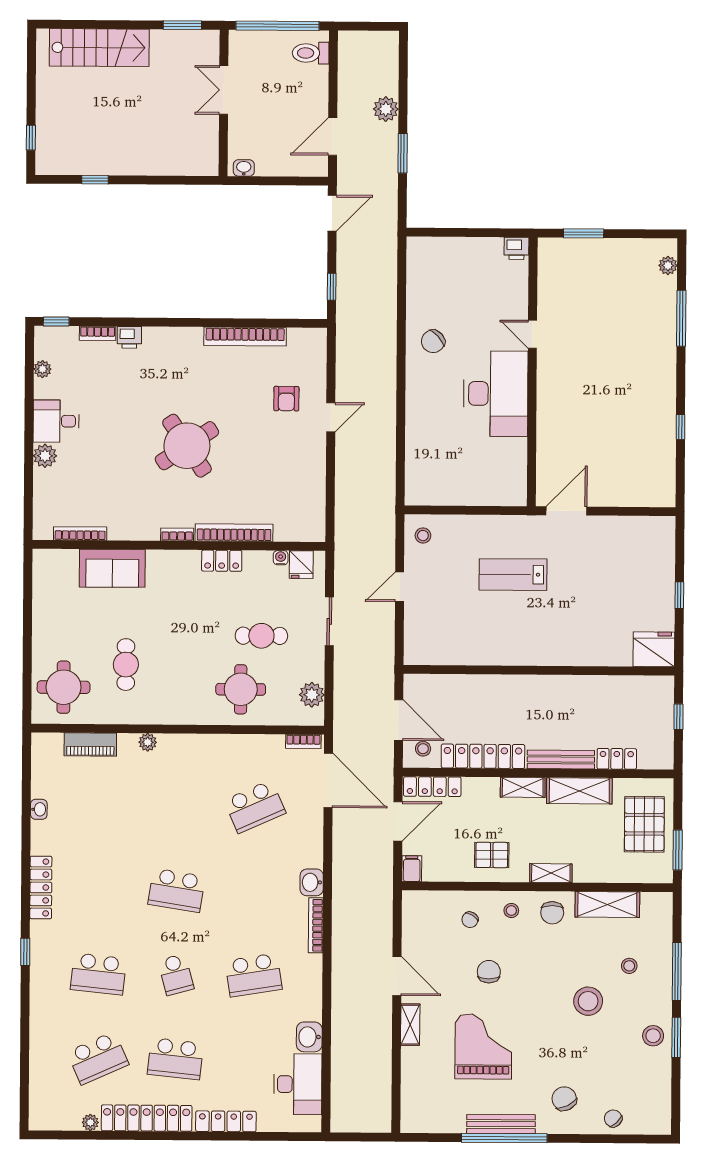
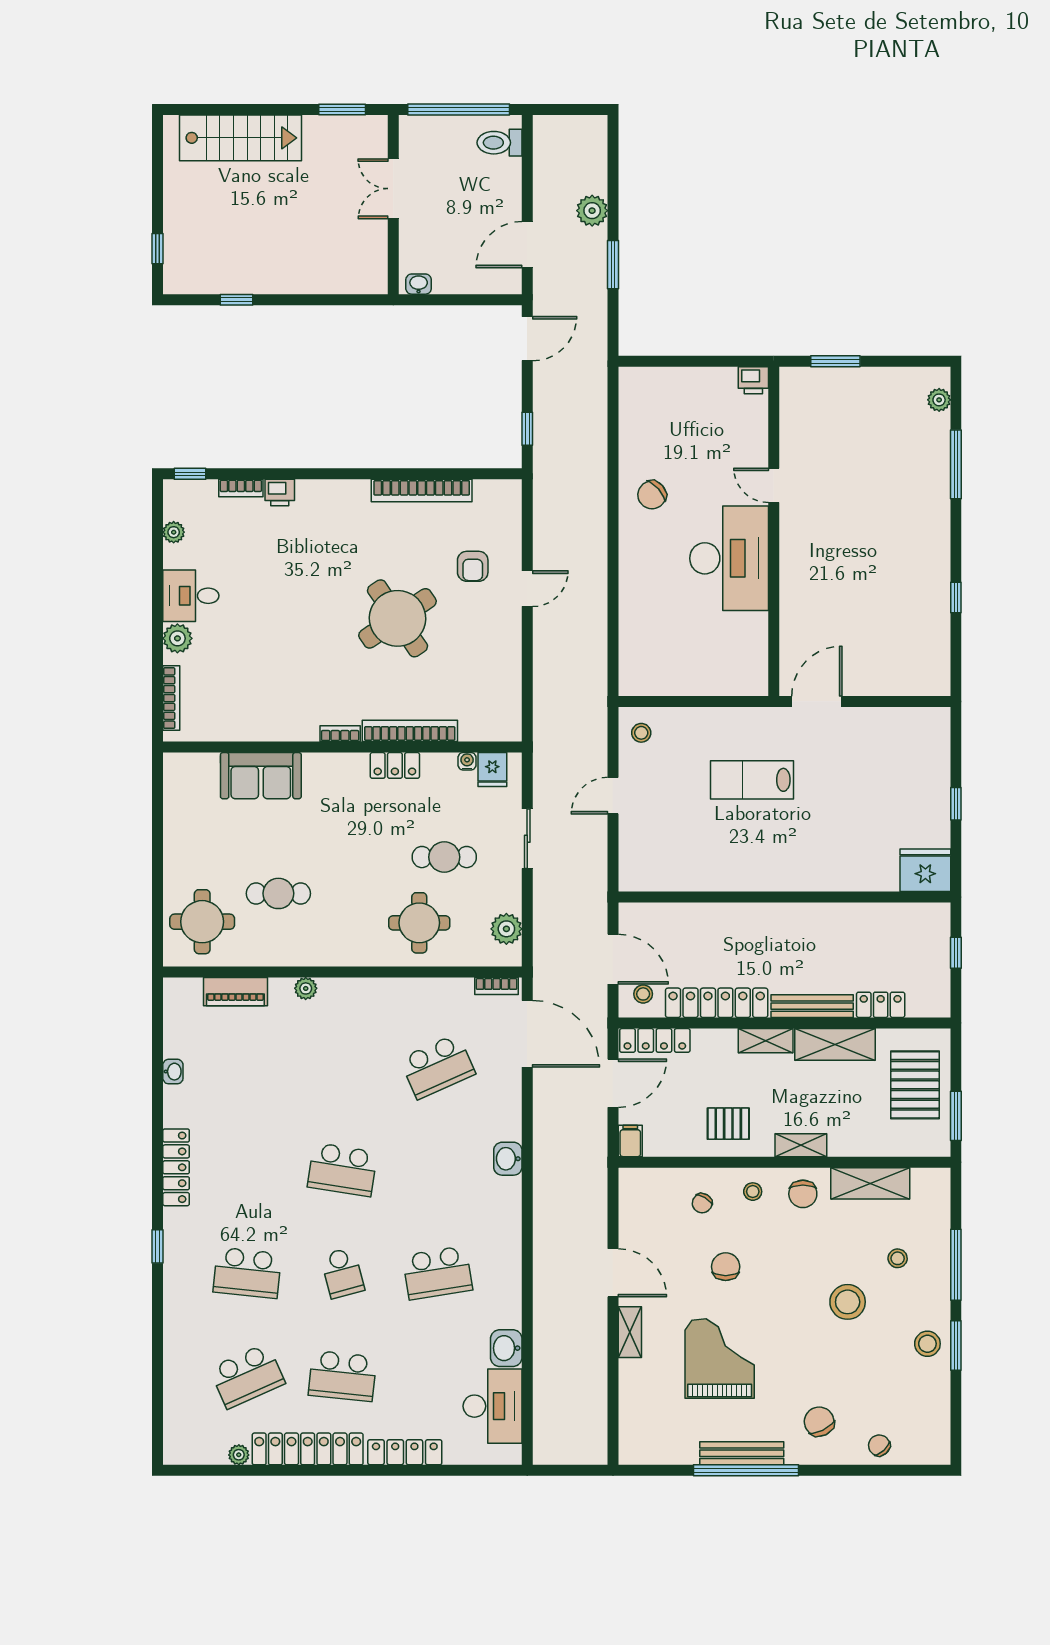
round table: (187, 446) -> (398, 618), moved
bookcase: (80, 534) -> (171, 698), moved, turned 90
cafe table: (126, 665) -> (278, 893), turned 90
bookcase: (316, 925) -> (513, 1211), removed

